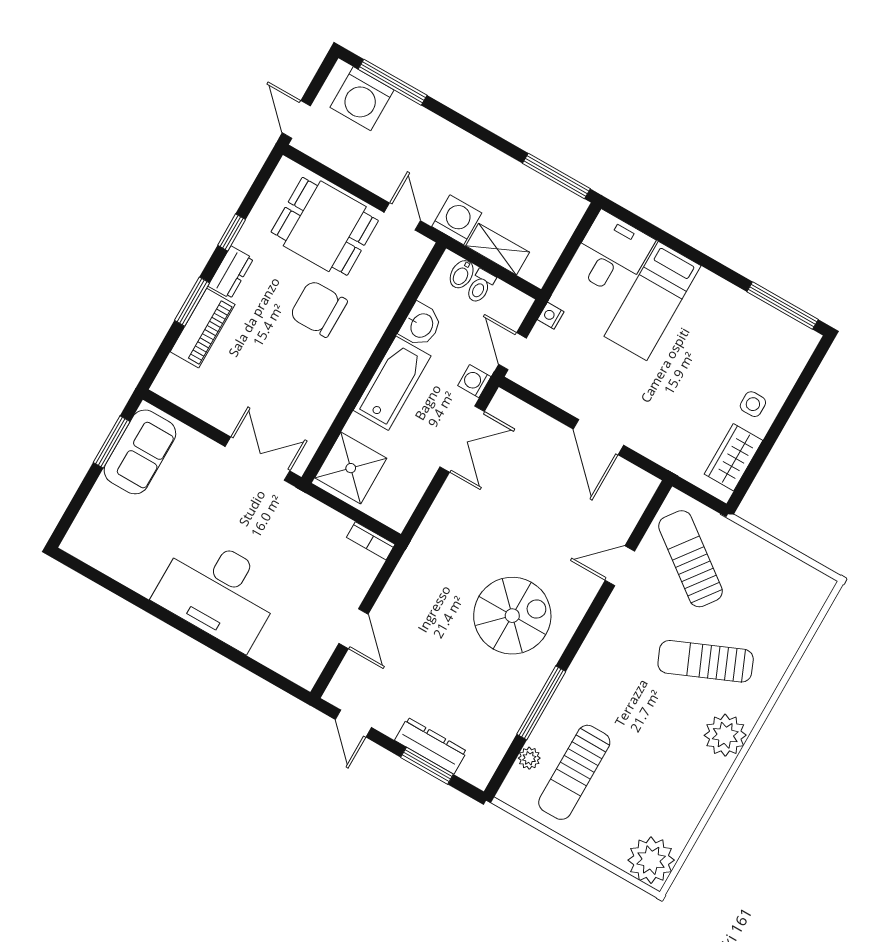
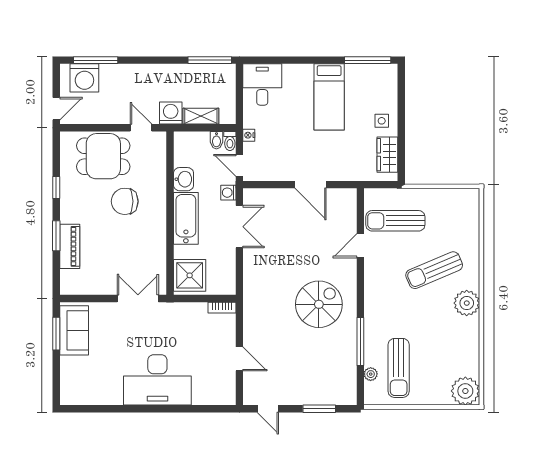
door: (296, 119) -> (56, 109), swing flipped
dresser: (231, 272) -> (68, 209), removed
bidet: (462, 274) -> (216, 140), moved
toilet: (480, 286) -> (230, 141), moved
bed: (652, 301) -> (329, 97), moved
sun lounger: (690, 559) -> (395, 221), turned -37
dresser: (431, 746) -> (315, 397), removed

